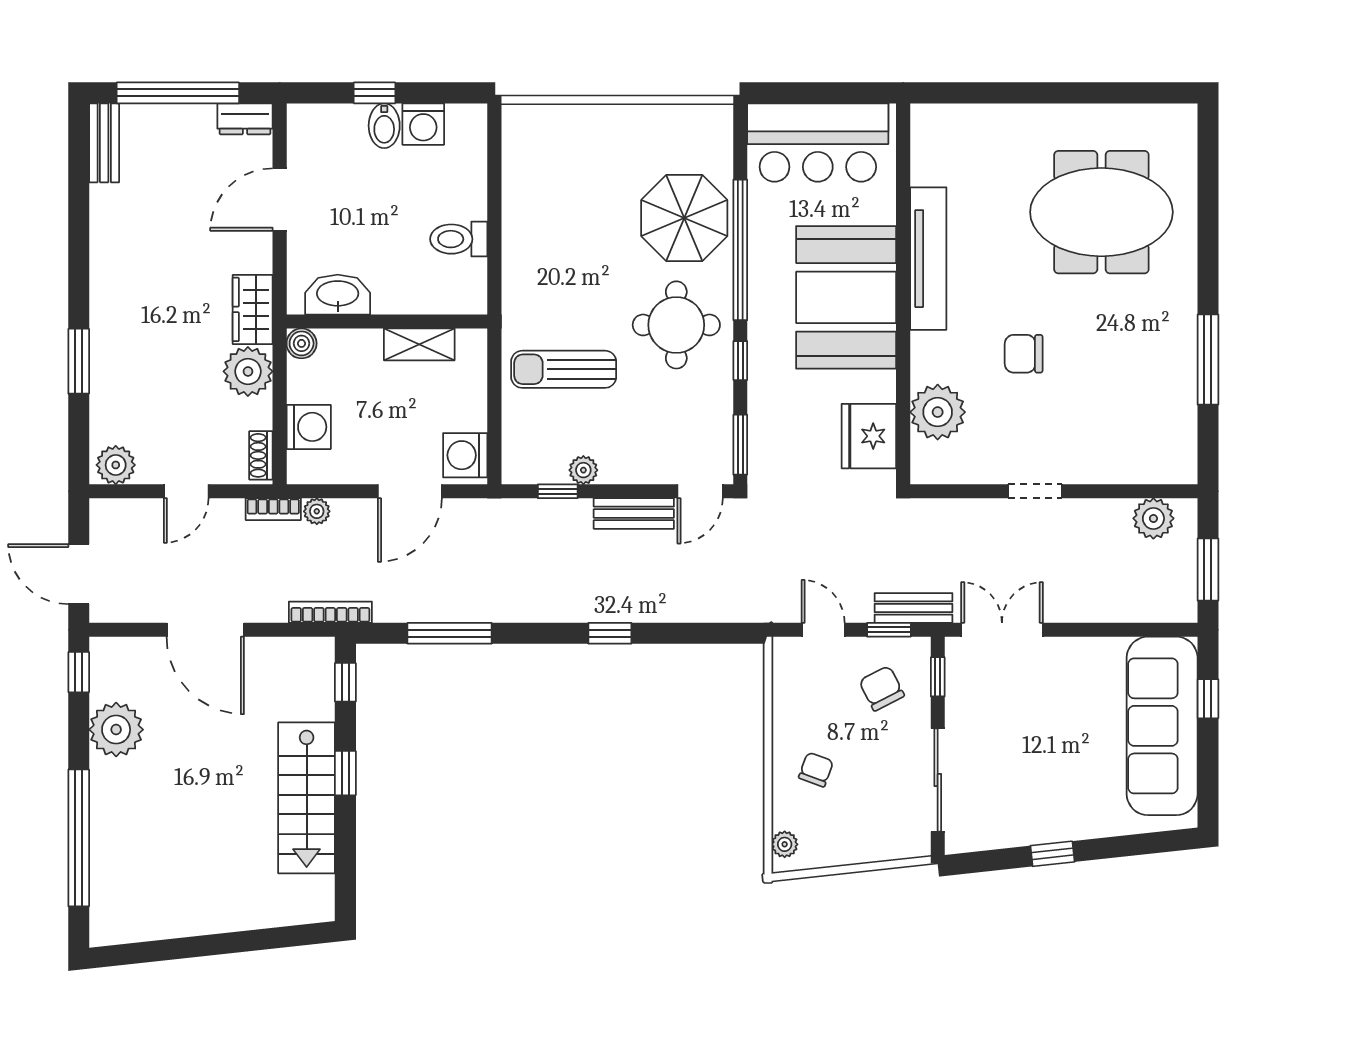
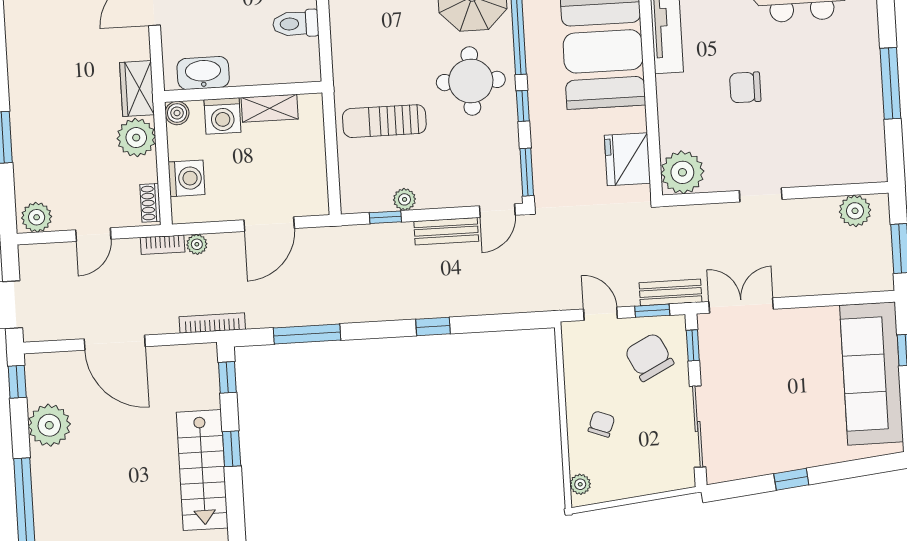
plant: (938, 412) -> (682, 172), moved
washing machine: (465, 455) -> (222, 116), moved, turned -90
chair: (882, 688) -> (649, 357), width x1.37, depth x1.37

